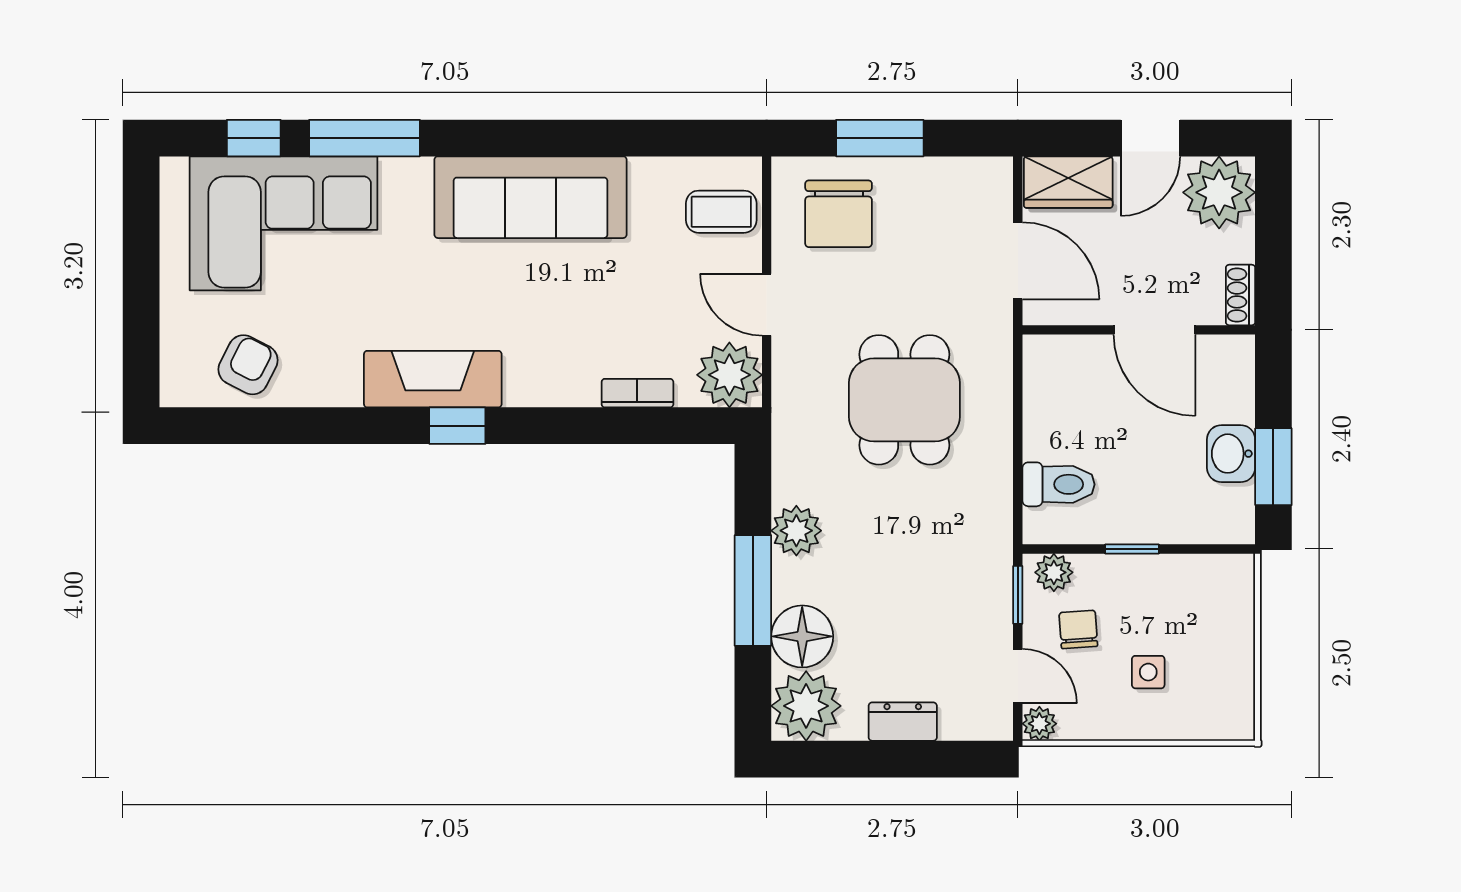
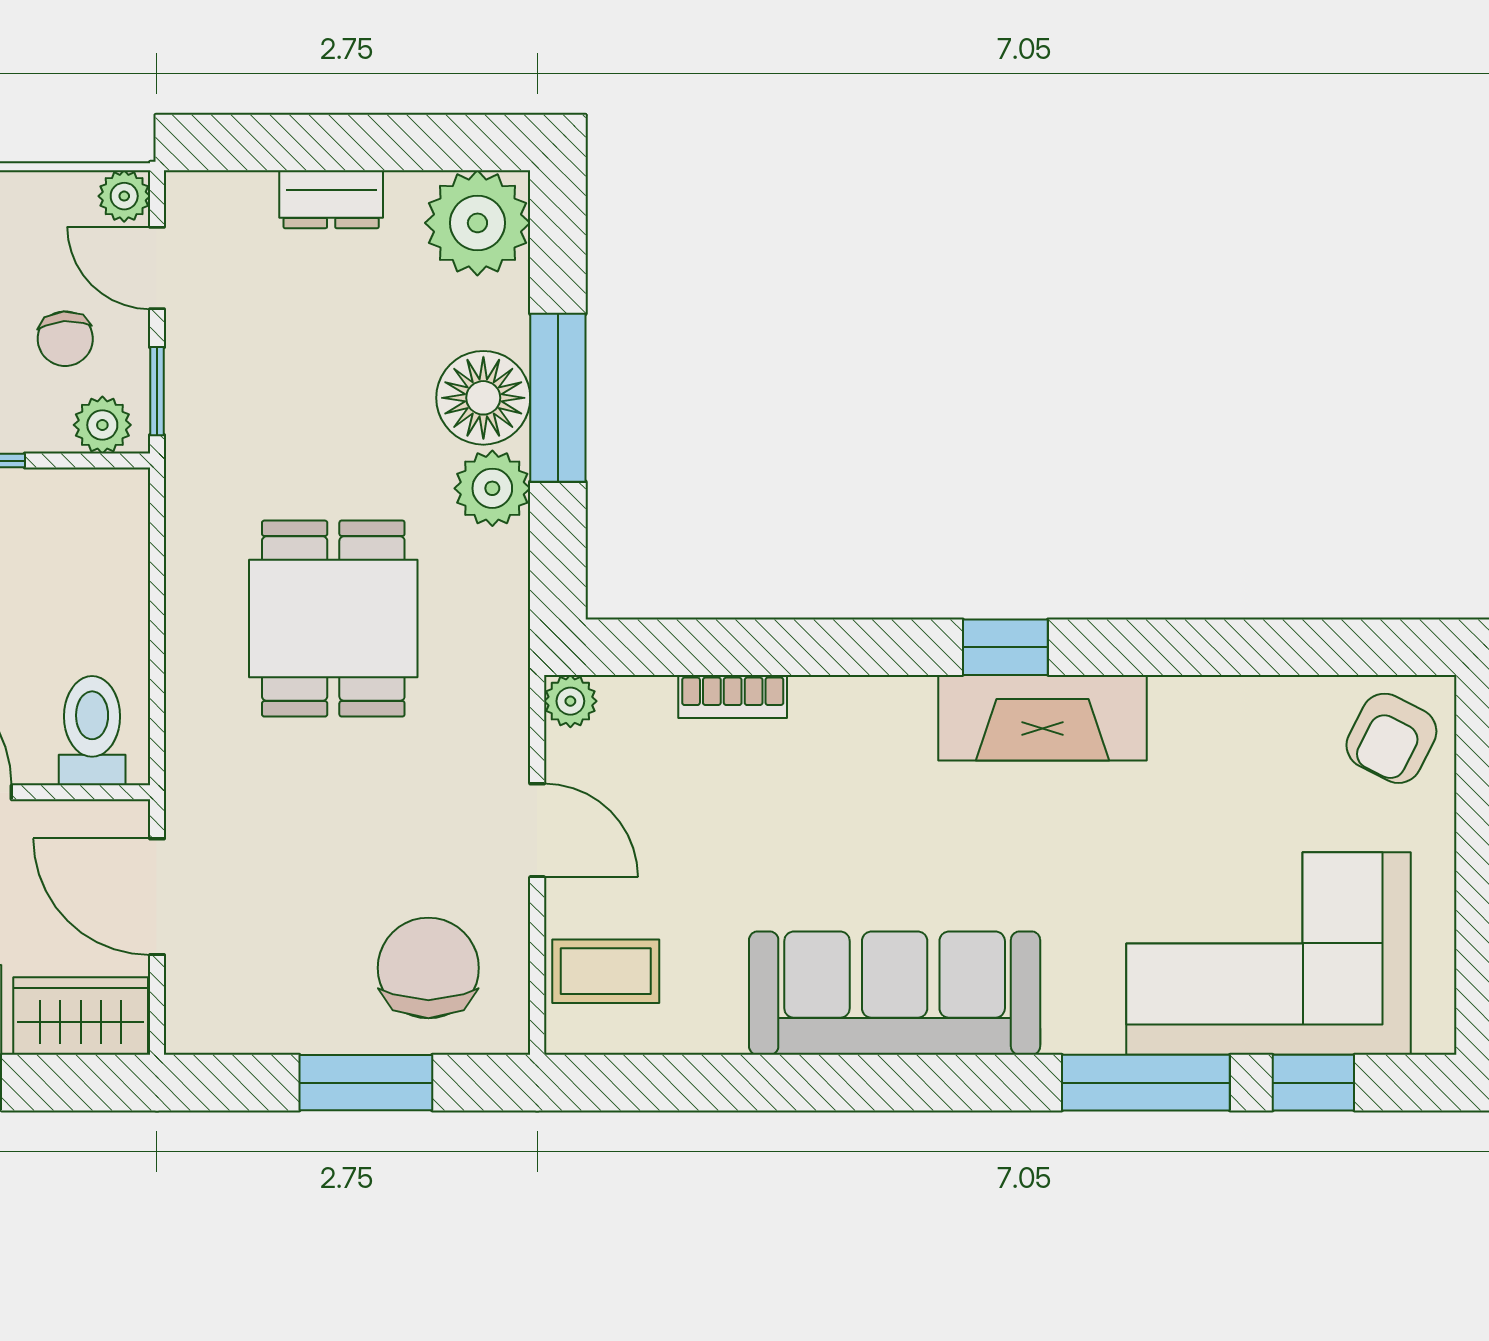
armchair: (248, 365) -> (1391, 738), moved
plant: (729, 375) -> (570, 701), width x0.53, depth x0.53
dining table: (904, 400) -> (333, 619), moved
toilet: (1058, 484) -> (92, 731), moved, turned 90
floor lamp: (802, 636) -> (483, 398), moved

